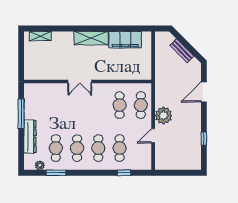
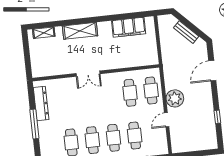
shelving: (91, 38) -> (80, 31), moved
window: (21, 114) -> (34, 124), moved
dresser: (30, 137) -> (41, 103), moved

